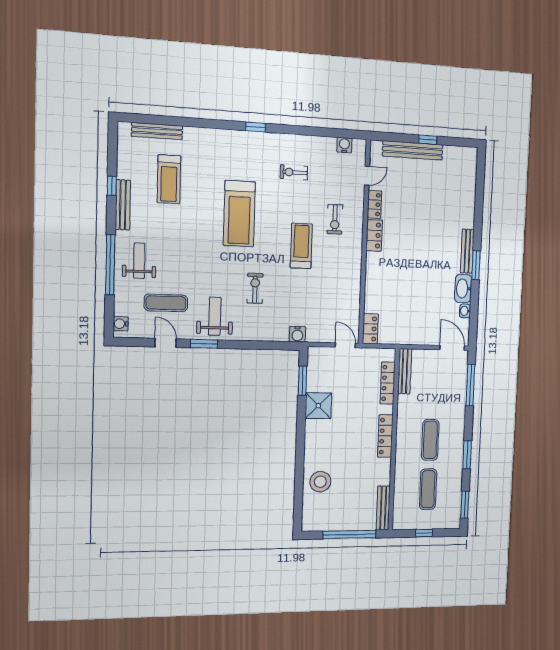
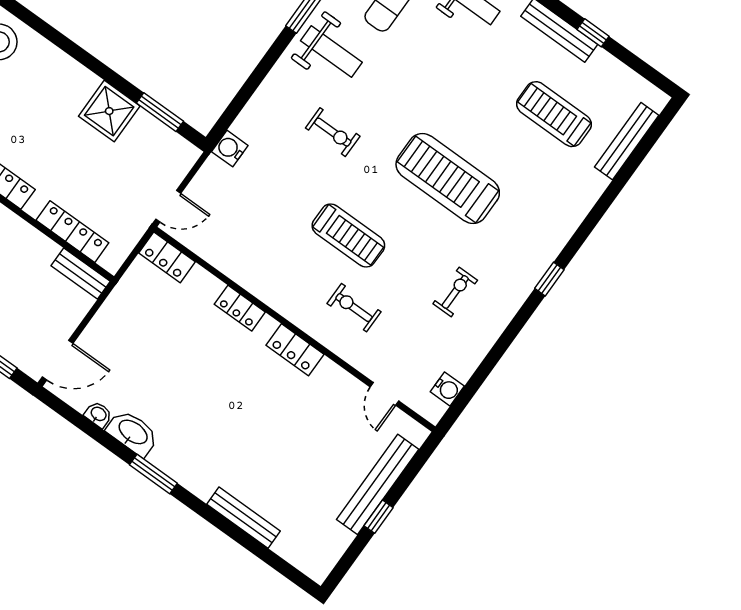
locker: (375, 204) -> (240, 308), moved
bench: (467, 251) -> (243, 518), moved
bench: (405, 371) -> (81, 274), width x0.73

